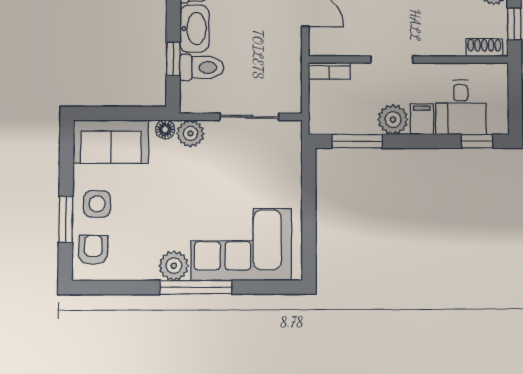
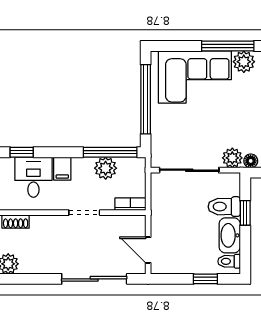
sliding door: (249, 117) -> (189, 170), width x1.37
plant: (393, 120) -> (106, 168), moved
window: (357, 141) -> (110, 152), width x1.44
window: (309, 214) -> (146, 99), added

